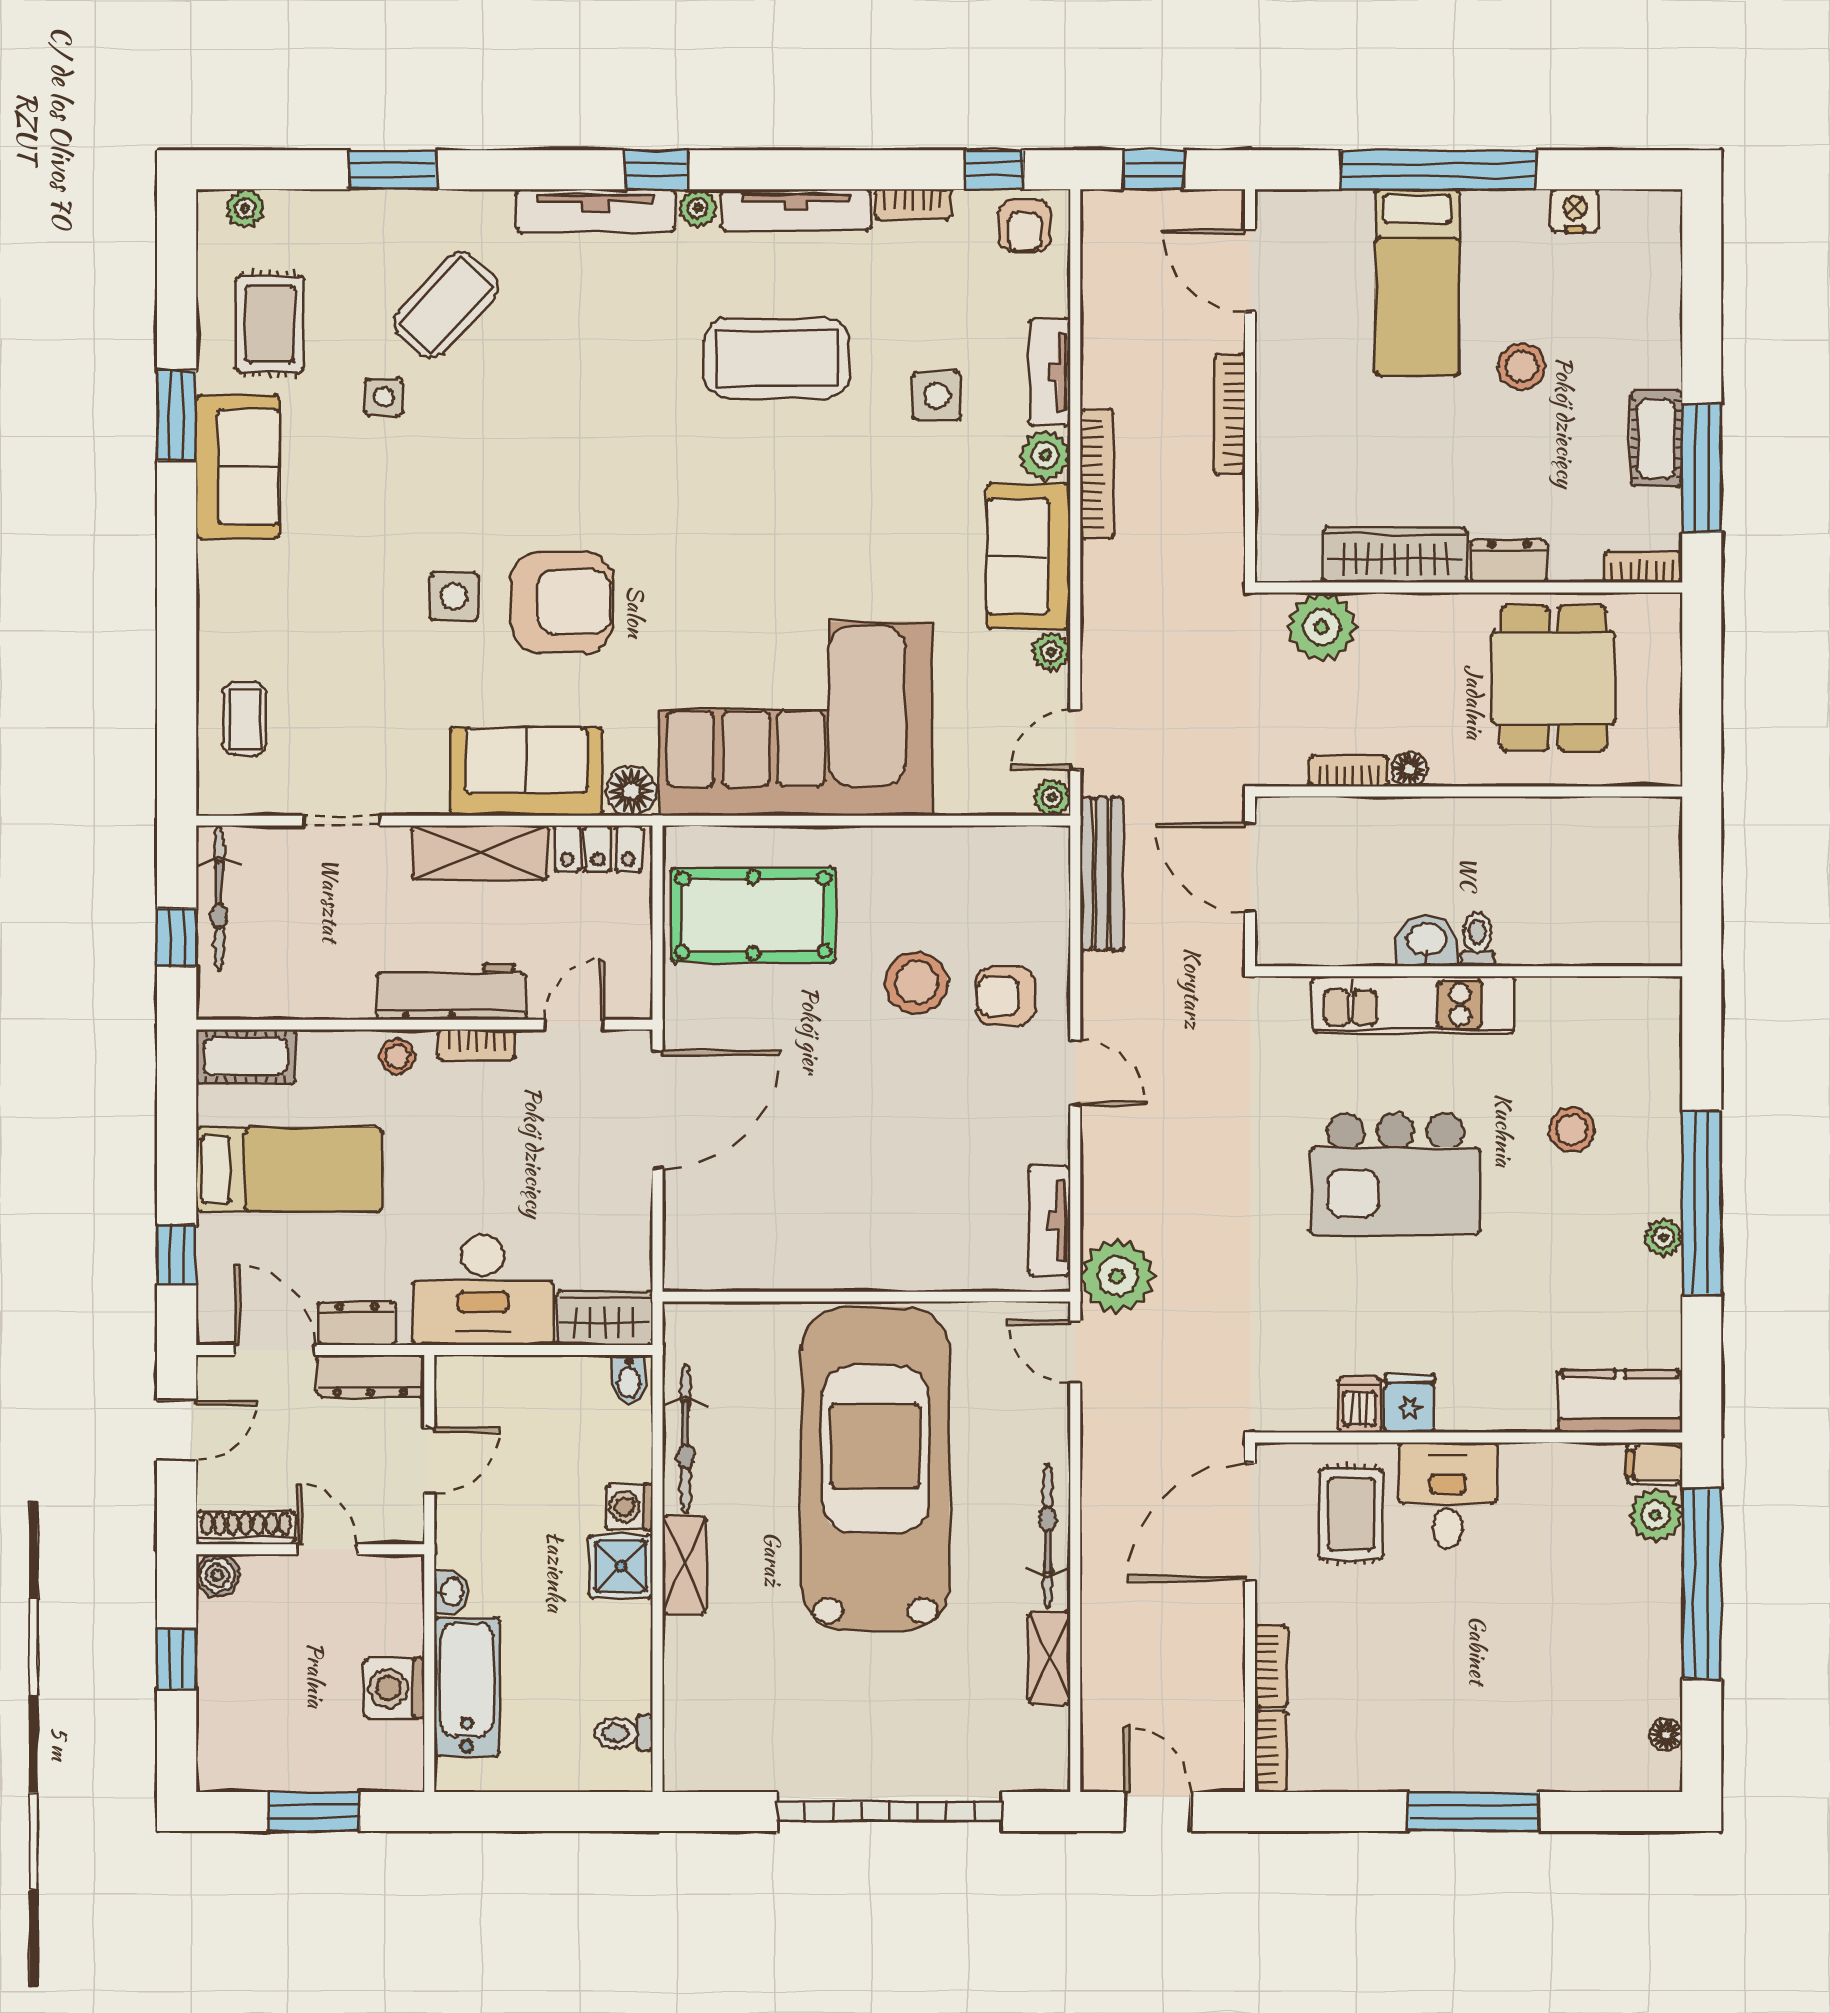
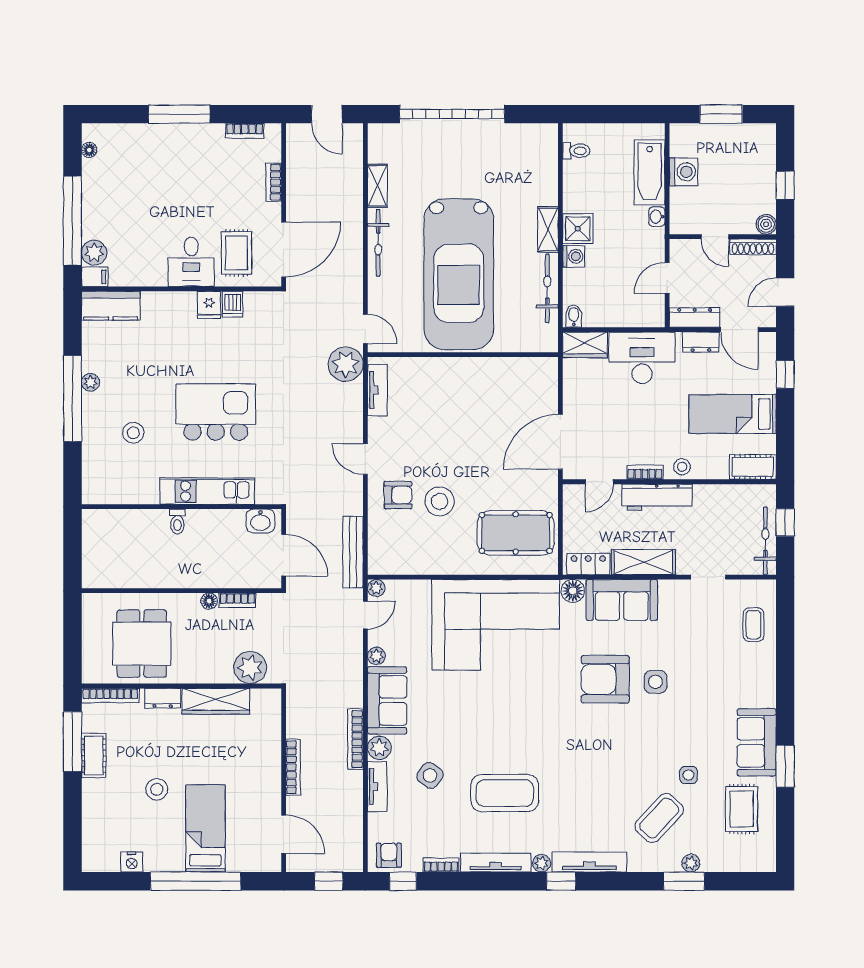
plant: (245, 208) -> (691, 863), moved
side table: (937, 396) -> (430, 775), turned 36
bookcase: (1643, 567) -> (110, 696), width x1.56
washbasin: (1427, 941) -> (260, 521), moved
bookcase: (1271, 1751) -> (245, 131), moved, turned -90

